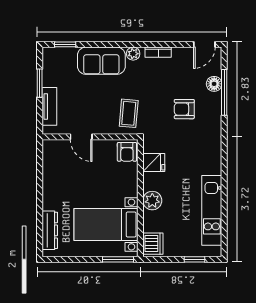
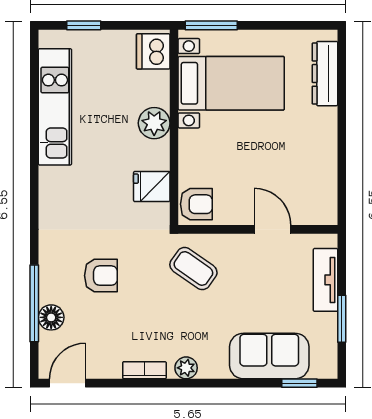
sofa: (101, 61) -> (269, 356), moved
coffee table: (129, 113) -> (193, 268), turned -60
armchair: (127, 152) -> (196, 204), turned 90

